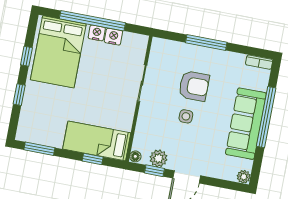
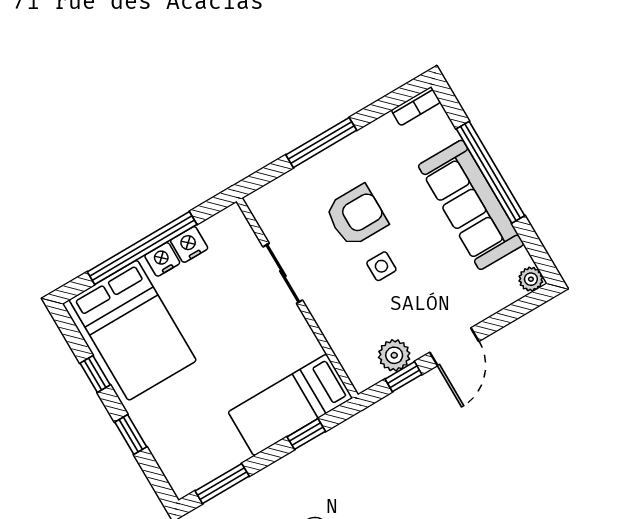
floor lamp: (135, 156) -> (361, 380), removed

